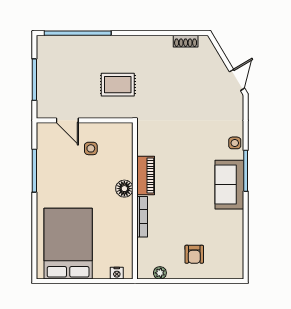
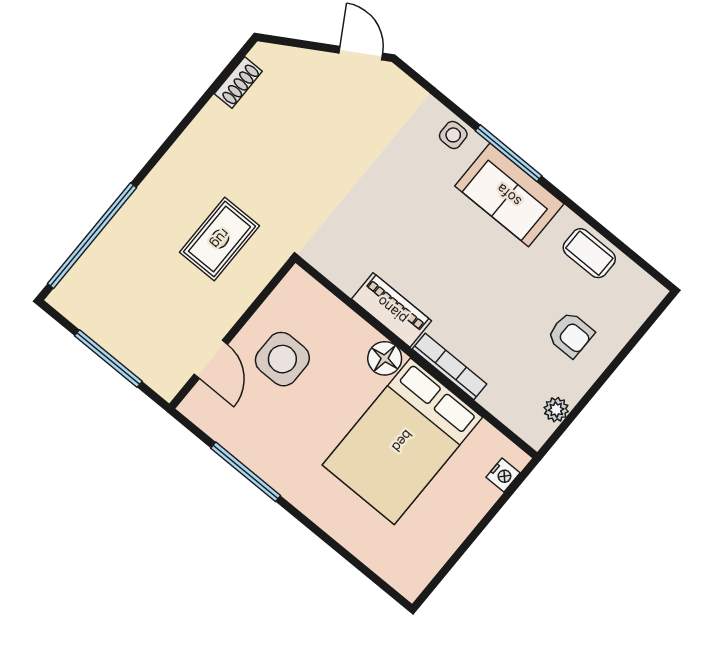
door: (67, 120) -> (211, 359), hinge flipped
side table: (91, 148) -> (282, 359), width x1.87, depth x1.87
coffee table: (232, 235) -> (589, 253), added
bed: (68, 244) -> (402, 441), moved, turned -90

